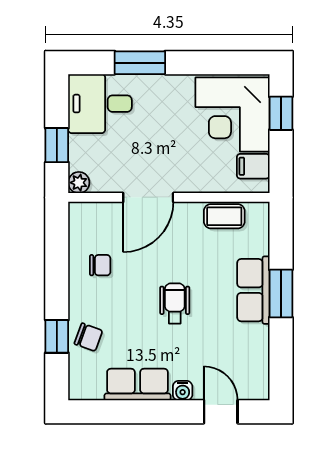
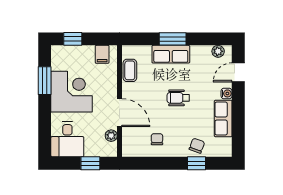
window: (140, 63) -> (45, 81), moved
corner desk: (233, 115) -> (72, 92), moved, turned -90
plant: (79, 183) -> (111, 136), moved
plant: (259, 375) -> (218, 51), added

